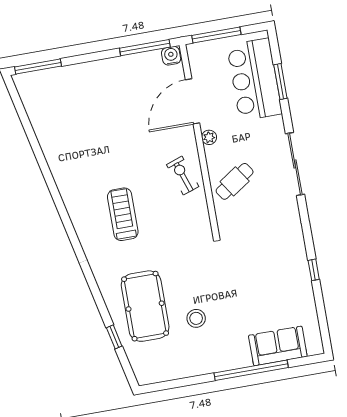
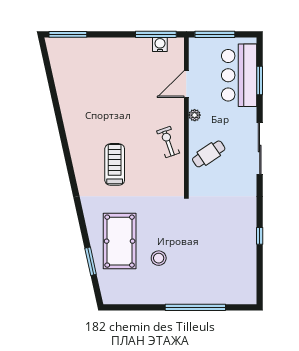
water cooler: (171, 56) -> (160, 44), moved
door: (192, 101) -> (186, 84), width x0.73
window: (114, 337) -> (91, 261), width x1.50
sofa: (278, 346) -> (220, 292), removed

